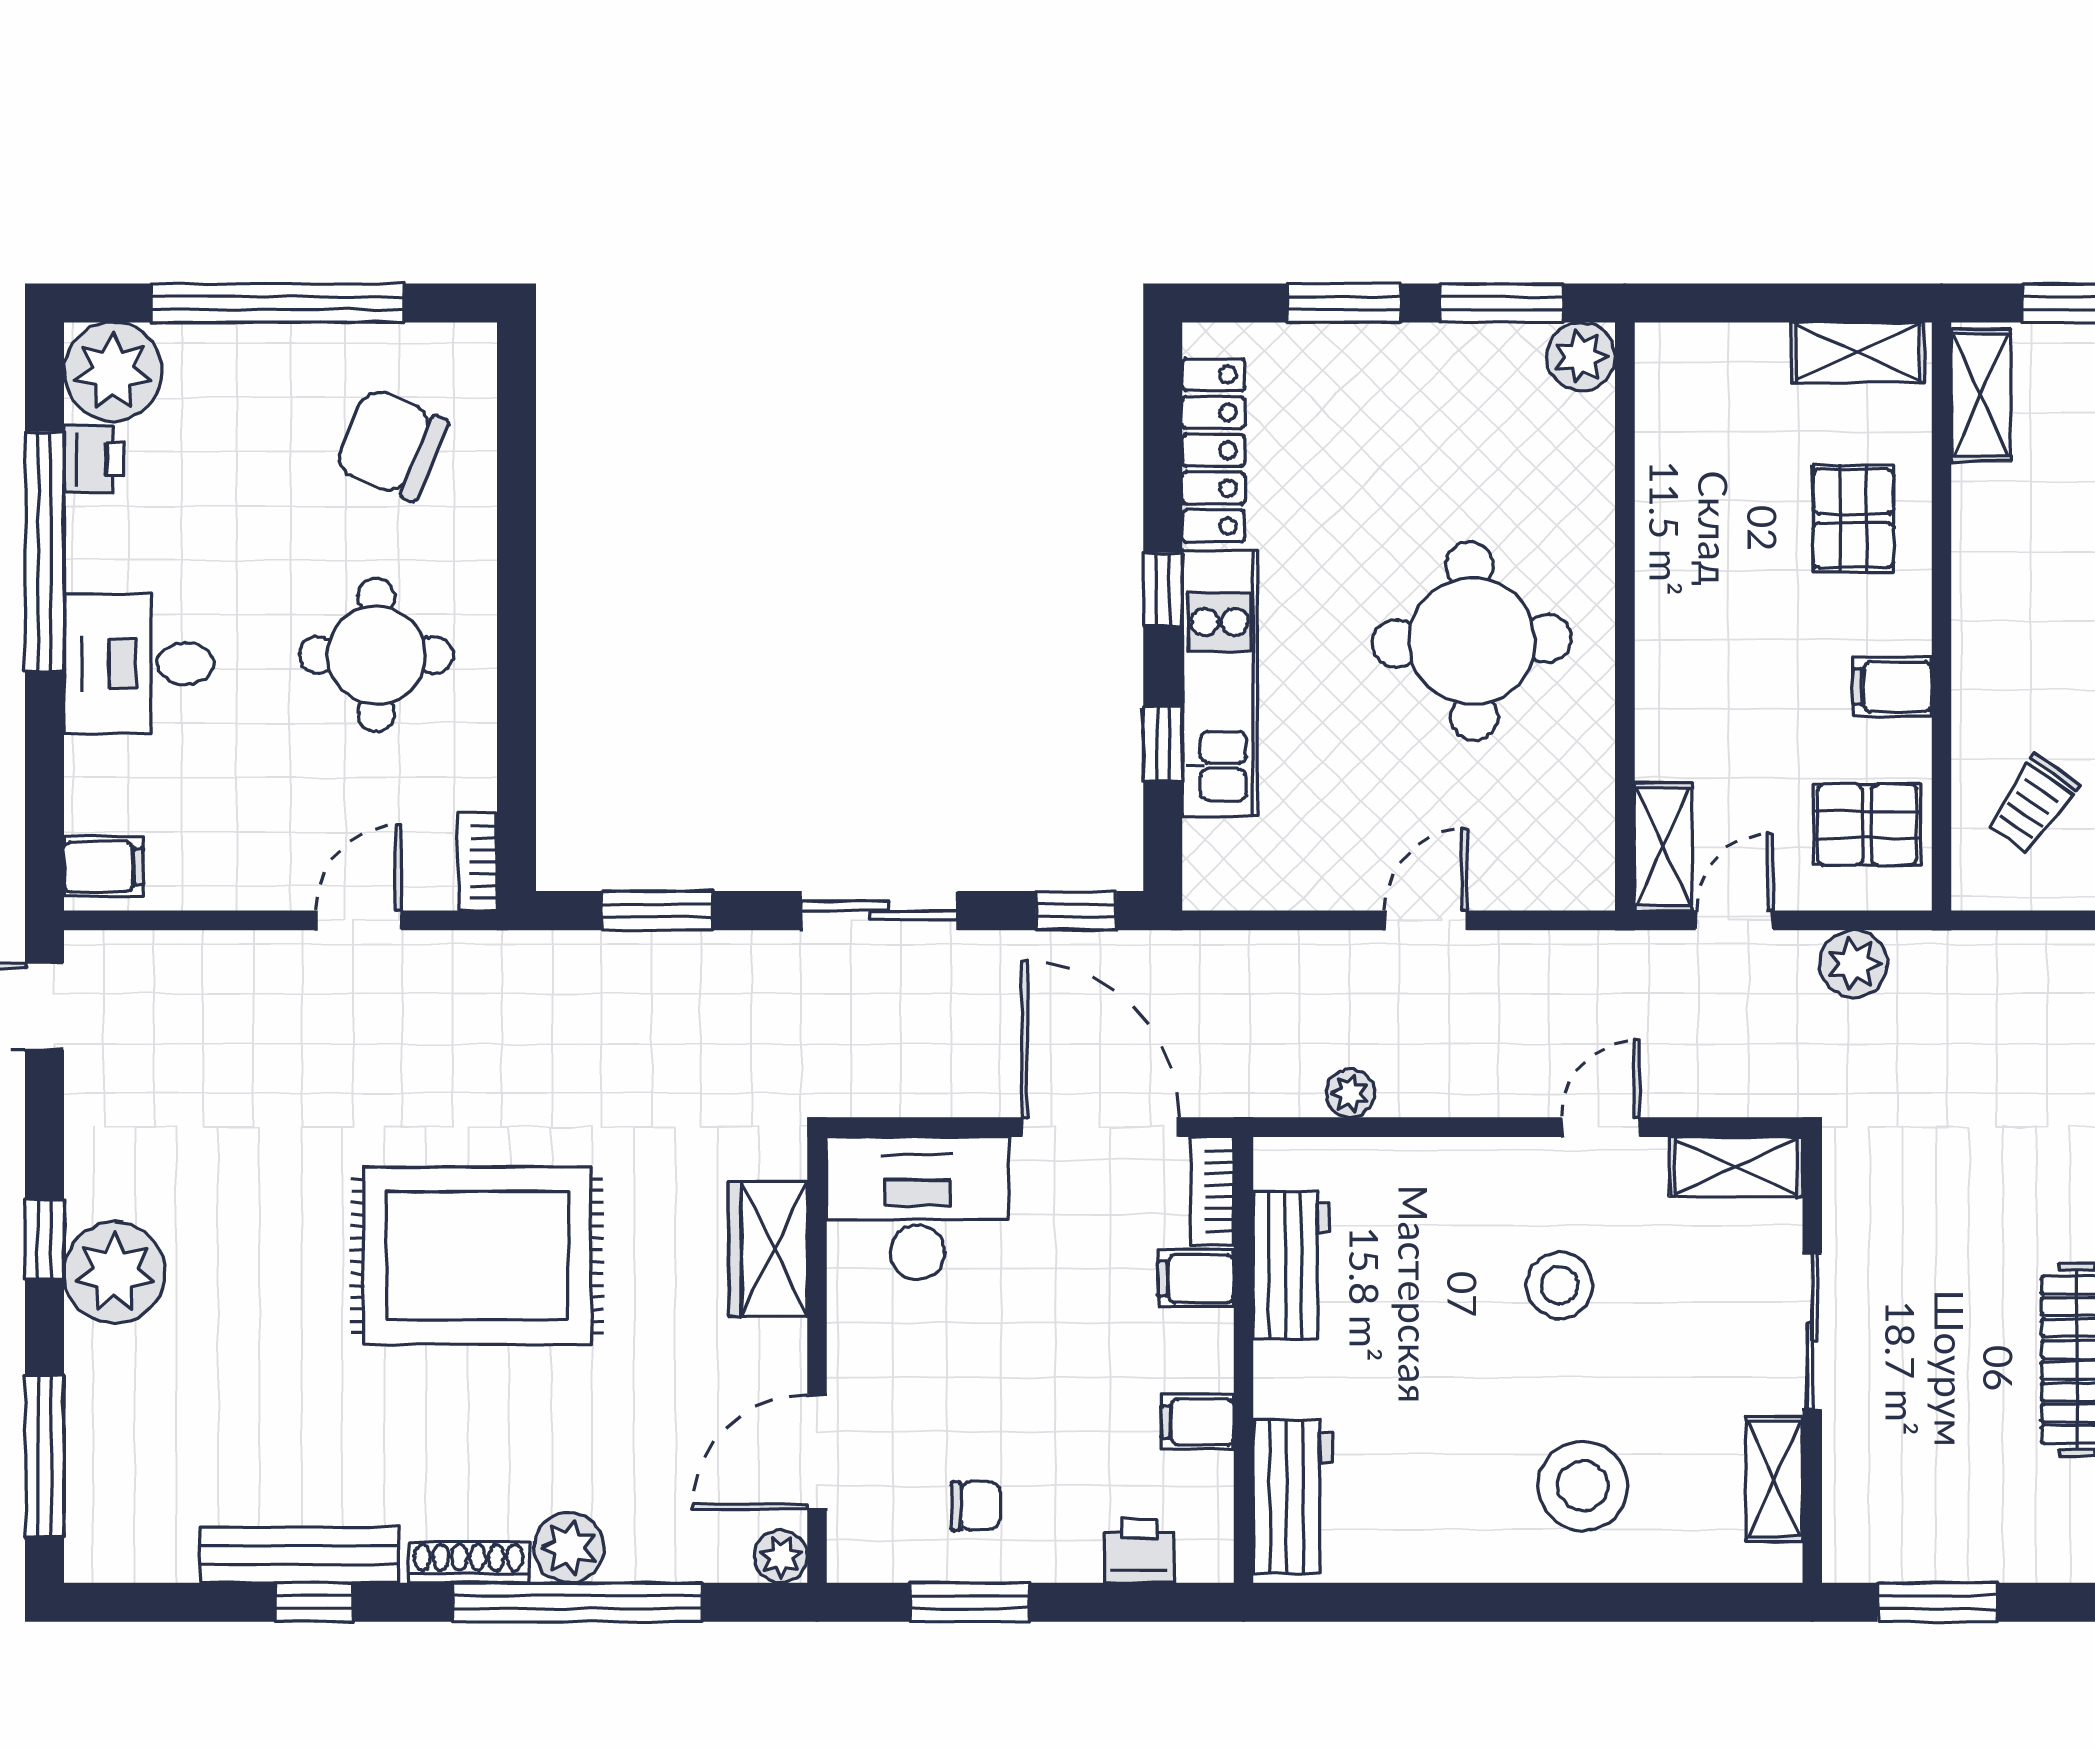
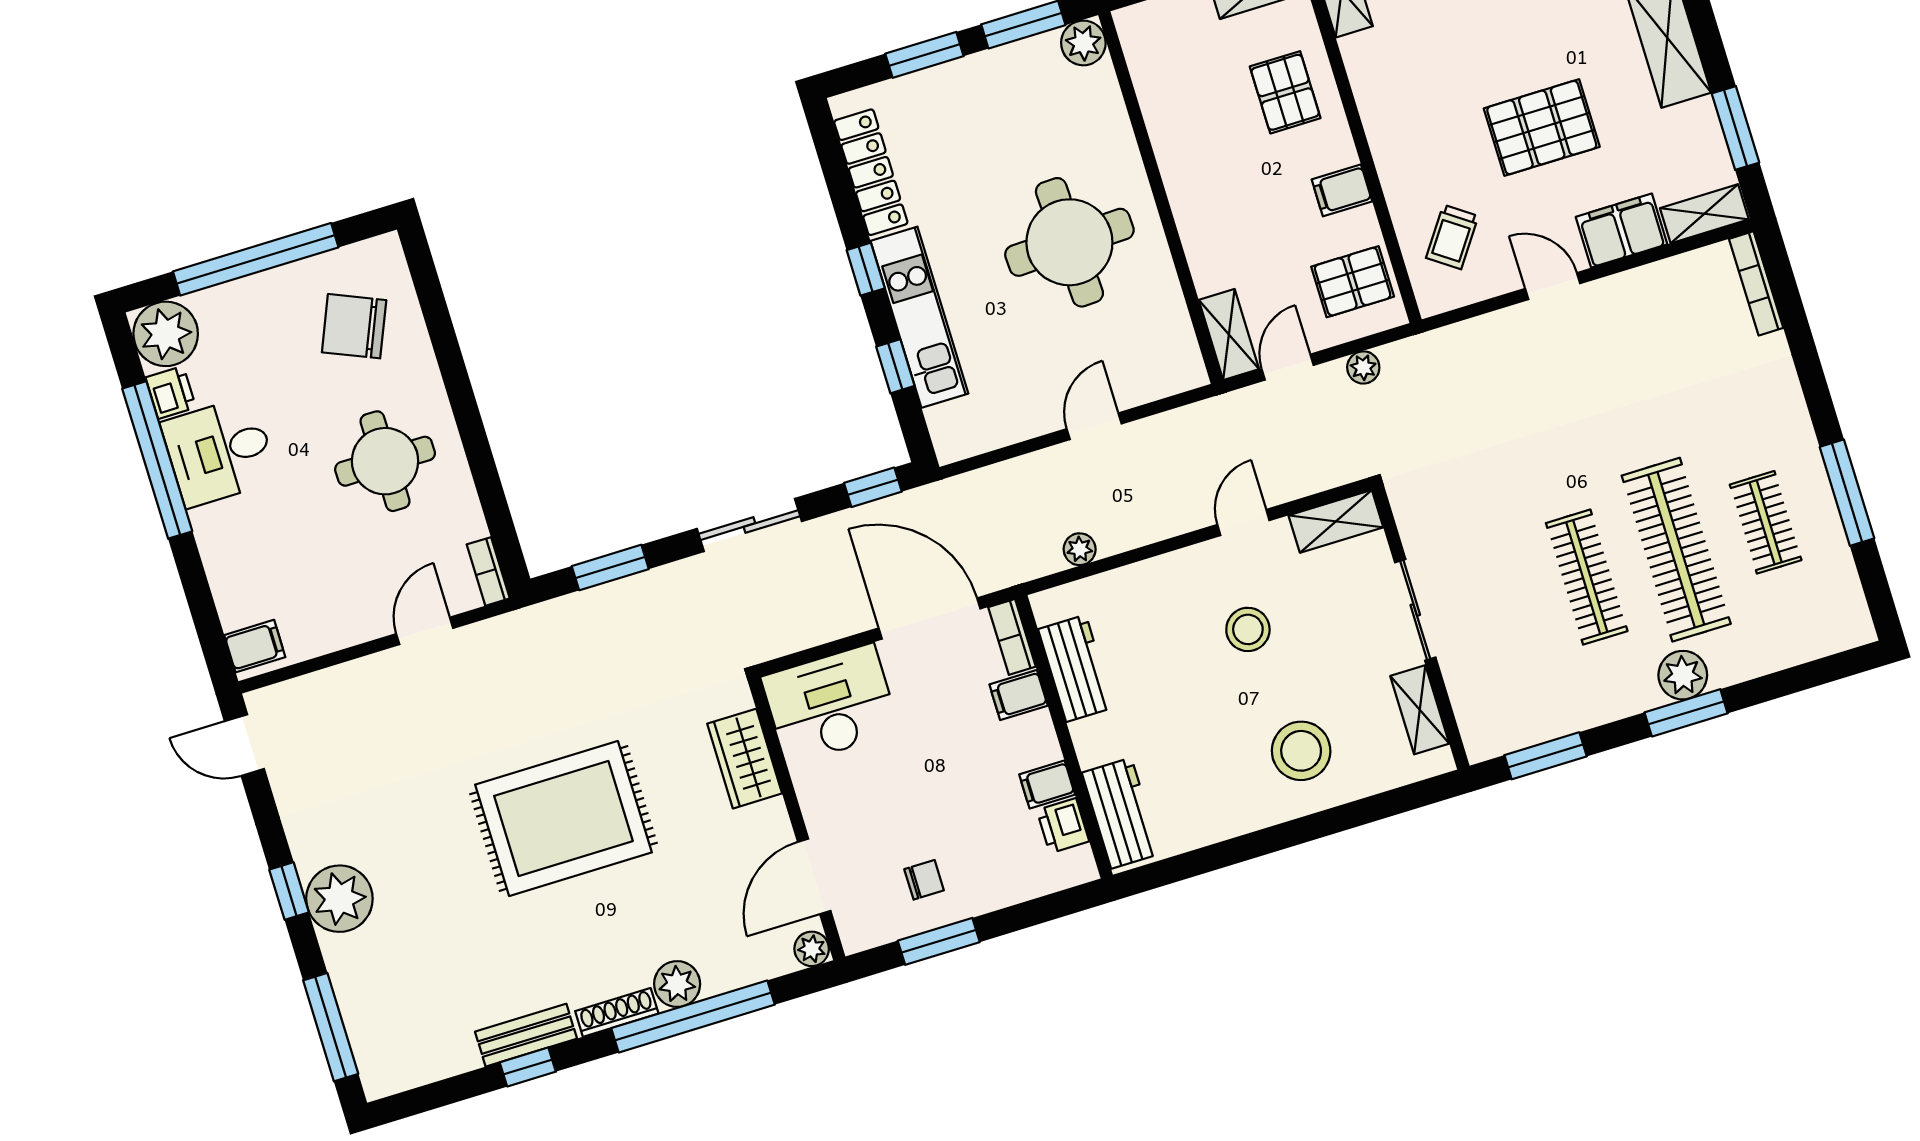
desk: (139, 664) -> (219, 452), moved
plant: (1854, 964) -> (1363, 367), width x0.73, depth x0.73
printer: (1139, 1551) -> (1063, 826), moved, turned -90
bench: (299, 1555) -> (526, 1035), width x0.73

